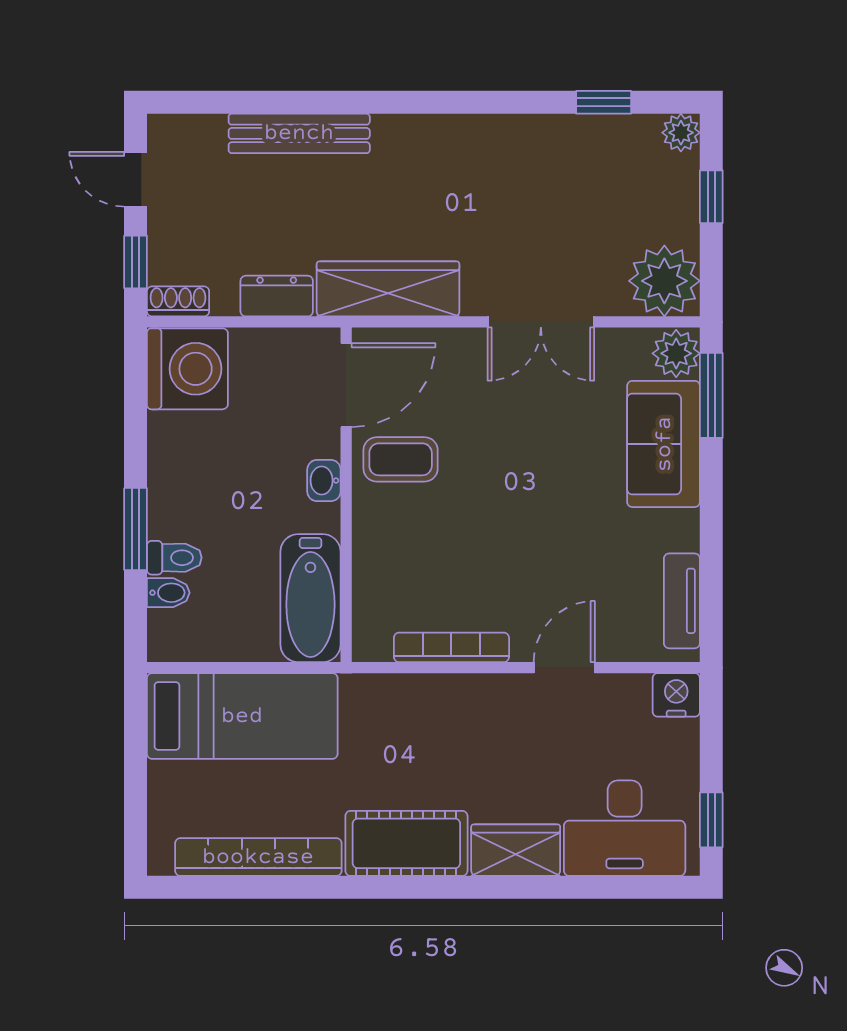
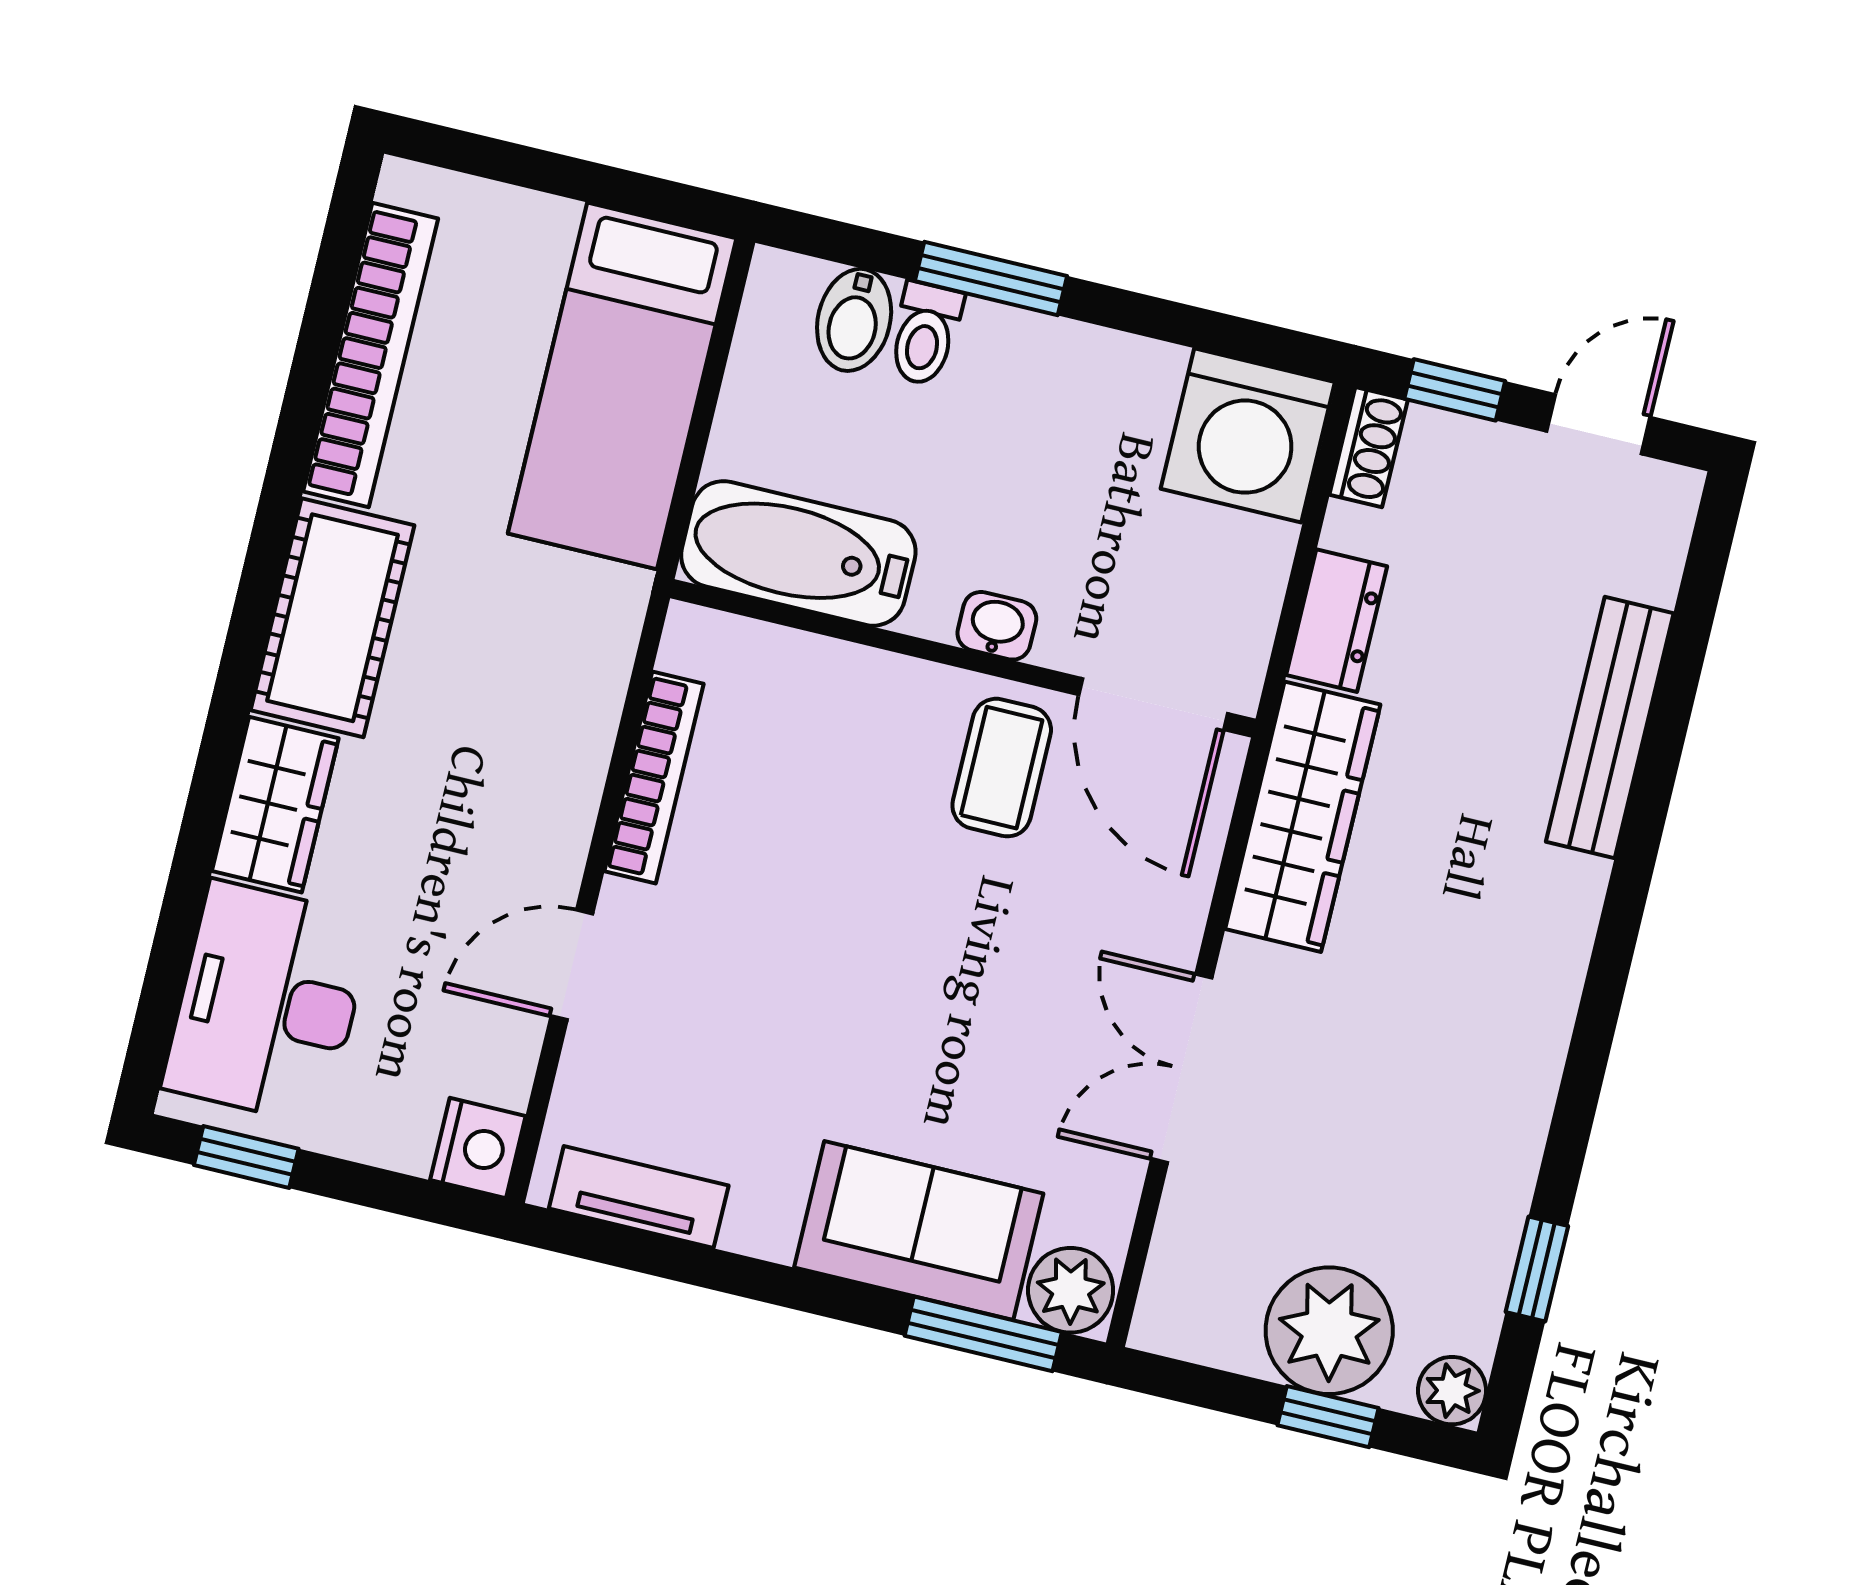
plant: (664, 281) -> (1329, 1331), moved
bidet: (168, 593) -> (854, 320), width x1.38, depth x1.36
door: (564, 668) -> (572, 965), swing flipped

